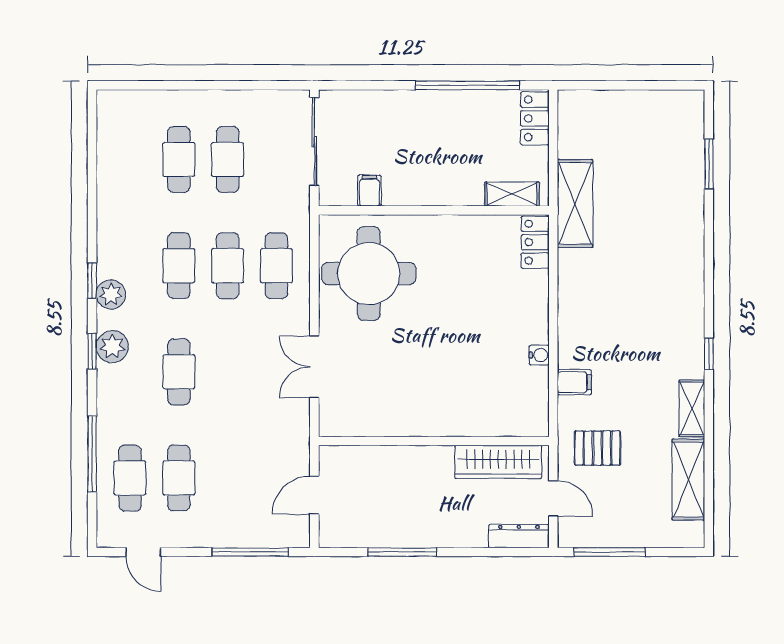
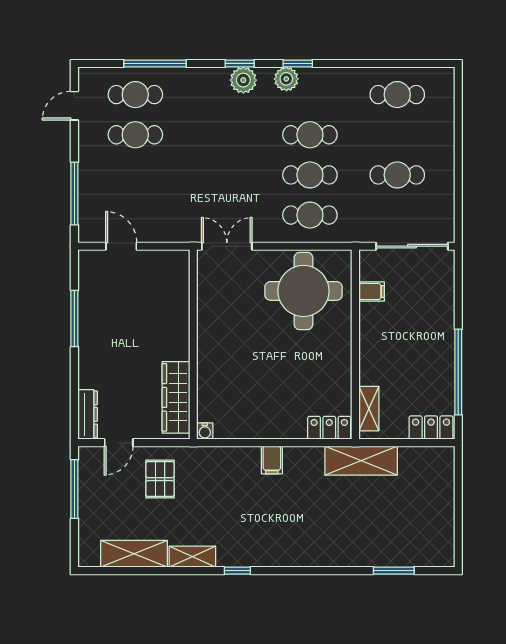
cafe table: (179, 159) -> (397, 95), moved
water cooler: (539, 355) -> (205, 431), moved
cafe table: (179, 372) -> (223, 135), removed
filing cabinet: (574, 382) -> (272, 460), moved
wall: (434, 441) -> (193, 344), moved
wardrobe: (498, 462) -> (176, 397), moved

